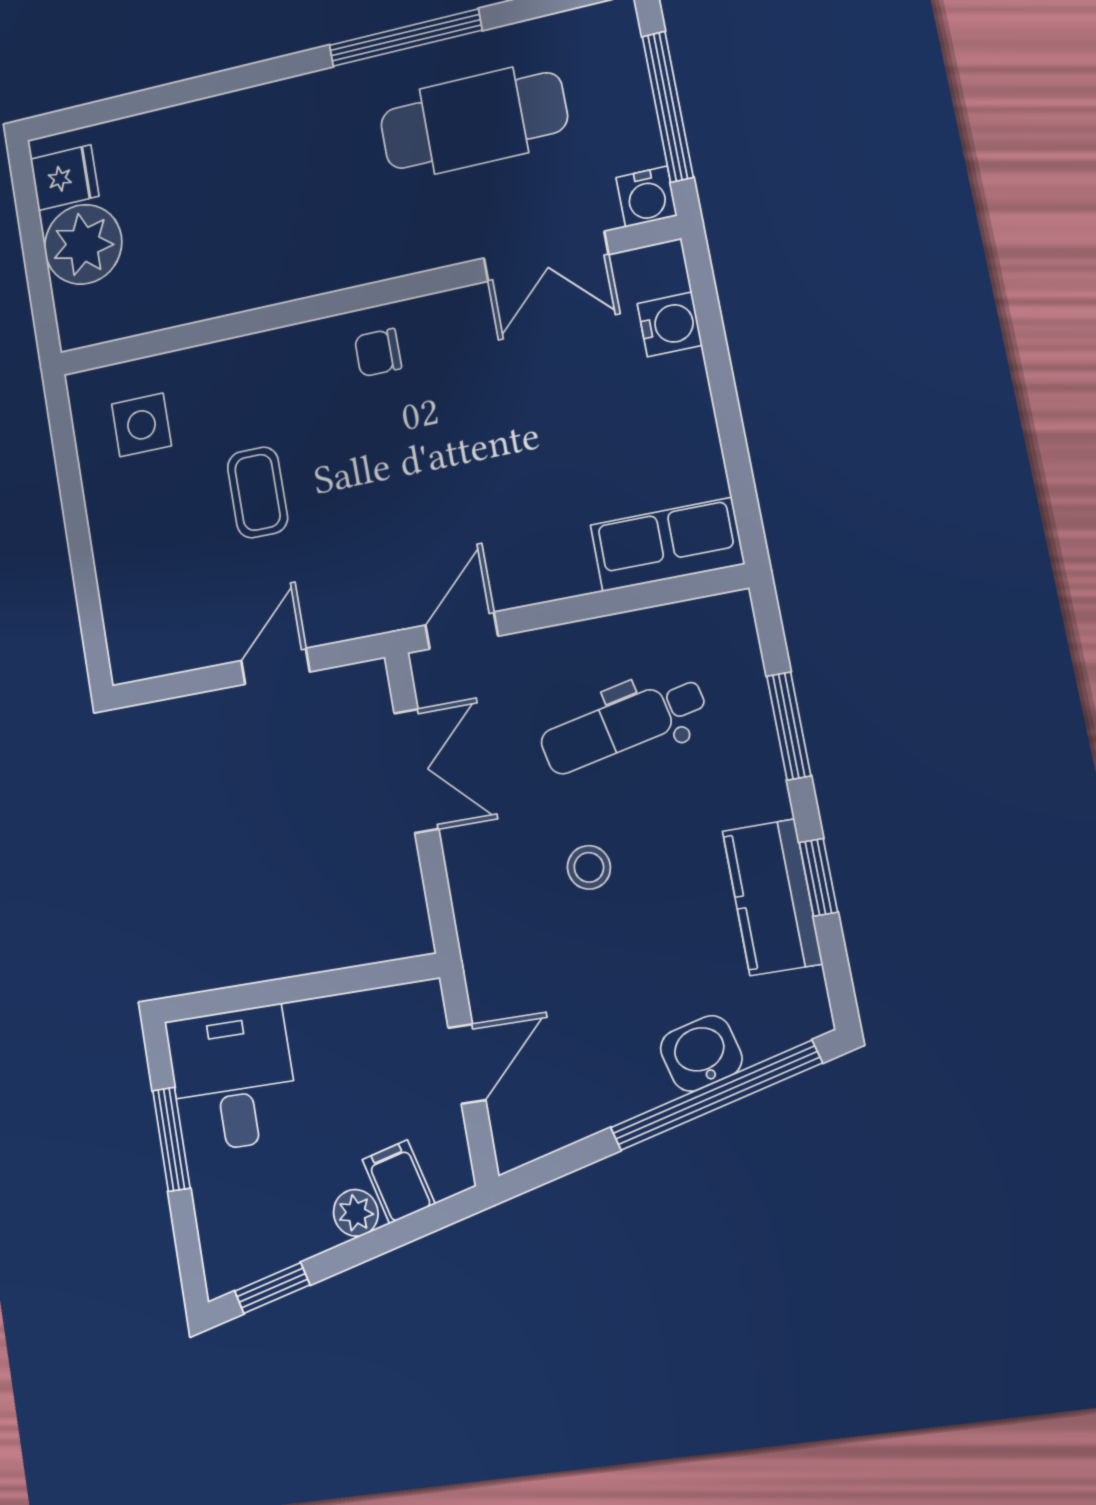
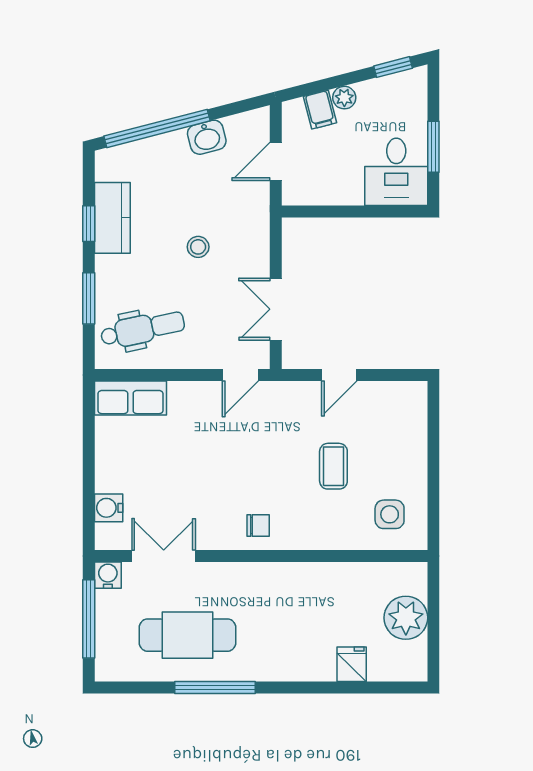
fridge: (65, 178) -> (352, 664), moved, turned 90
dental chair: (623, 725) -> (143, 329), moved
washbasin: (701, 1053) -> (207, 137), moved

